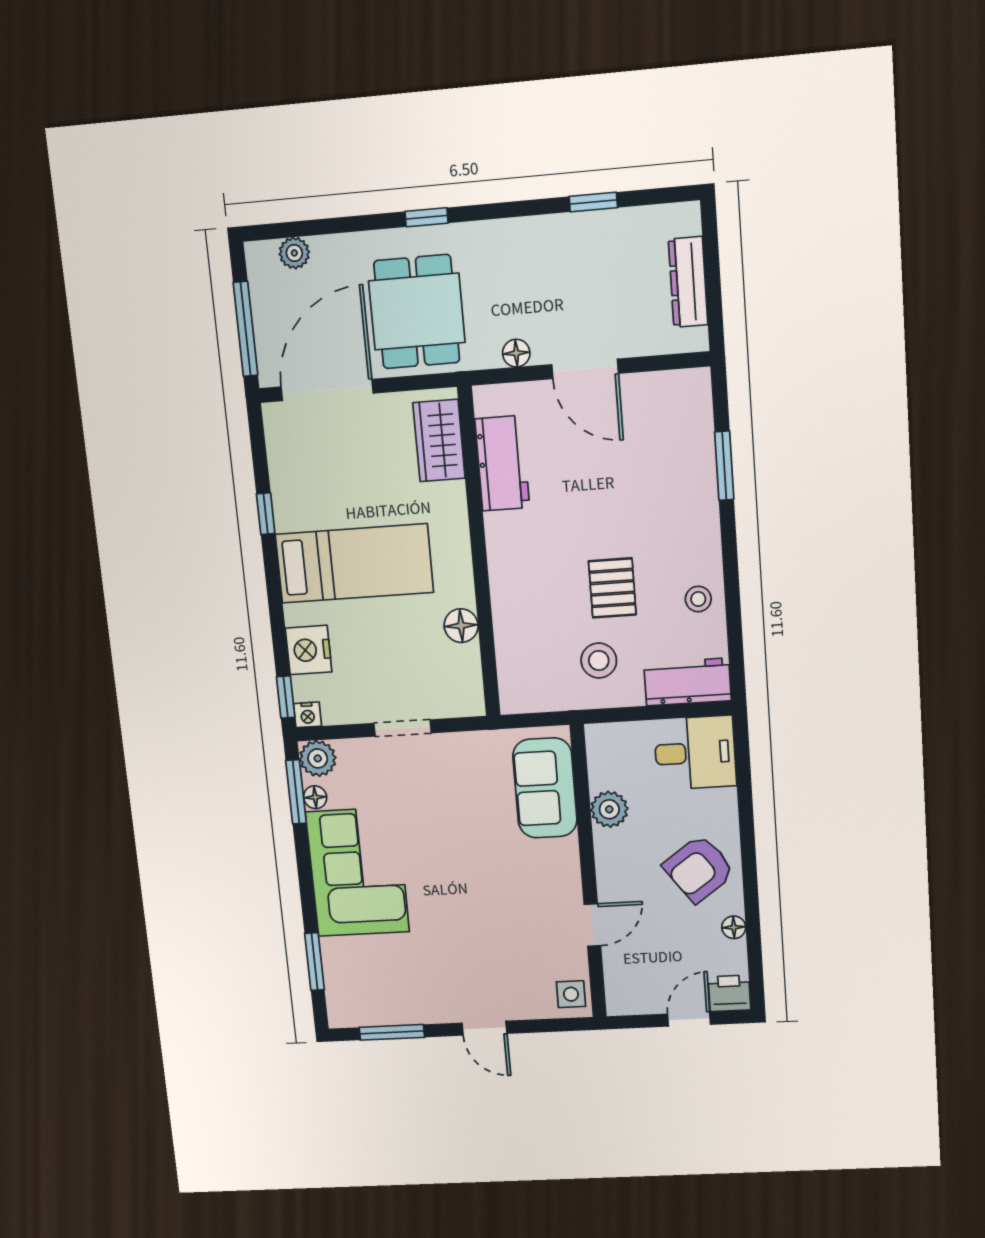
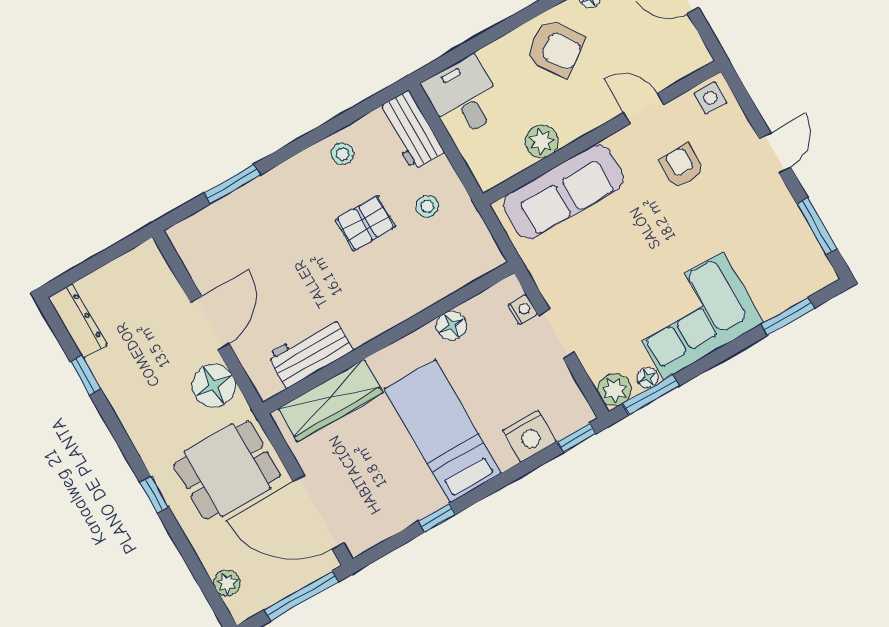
dresser: (688, 282) -> (78, 321), moved, turned -90
floor lamp: (516, 353) -> (214, 386), width x1.89, depth x1.89
wardrobe: (439, 441) -> (330, 401), width x1.50
stool: (599, 661) -> (427, 206), width x0.73, depth x0.73
nightstand: (308, 715) -> (523, 310), moved
sofa: (545, 788) -> (563, 192), width x1.36
armchair: (515, 934) -> (682, 166), added

